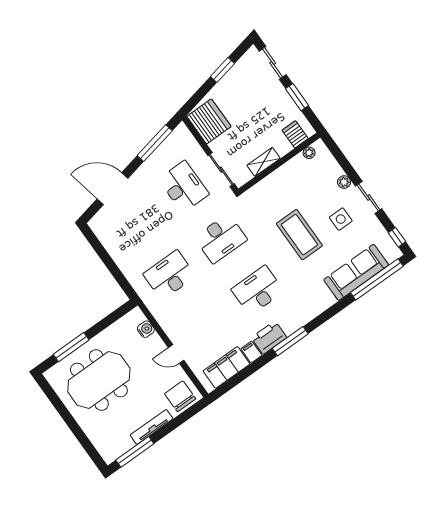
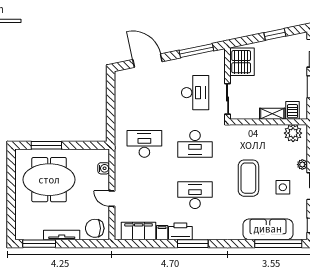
plant: (309, 153) -> (293, 133), width x1.88, depth x1.88
shelving: (264, 162) -> (272, 114), moved
chair: (180, 396) -> (95, 228), turned -90

